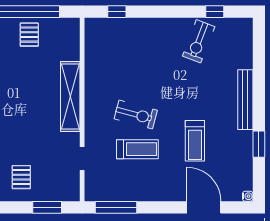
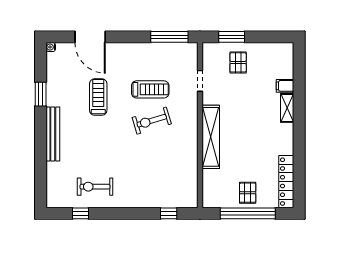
exercise bike: (199, 41) -> (95, 187), turned -111
exercise bike: (136, 115) -> (152, 121), turned -32
treadmill: (137, 149) -> (150, 89), turned 180
pallet: (21, 177) -> (238, 62), moved

